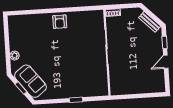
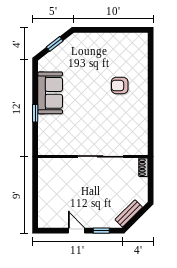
armchair: (60, 22) -> (120, 86), moved
plant: (15, 56) -> (97, 38), removed
sofa: (30, 81) -> (50, 93), moved, turned -52

